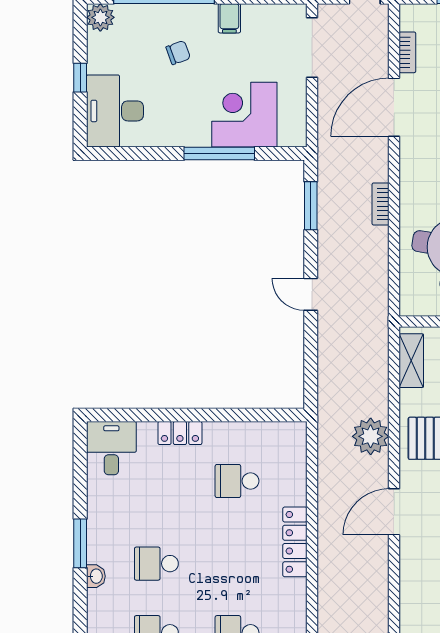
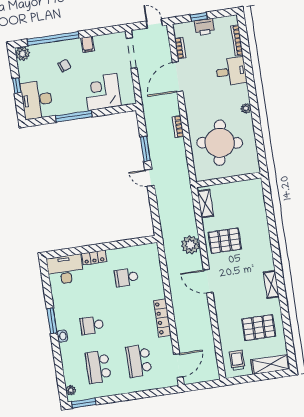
window: (219, 153) -> (74, 116), moved
window: (311, 206) -> (145, 149), moved
desk: (111, 448) -> (65, 270), width x1.37
door: (394, 512) -> (208, 281), hinge flipped
locker: (295, 542) -> (162, 318), moved

